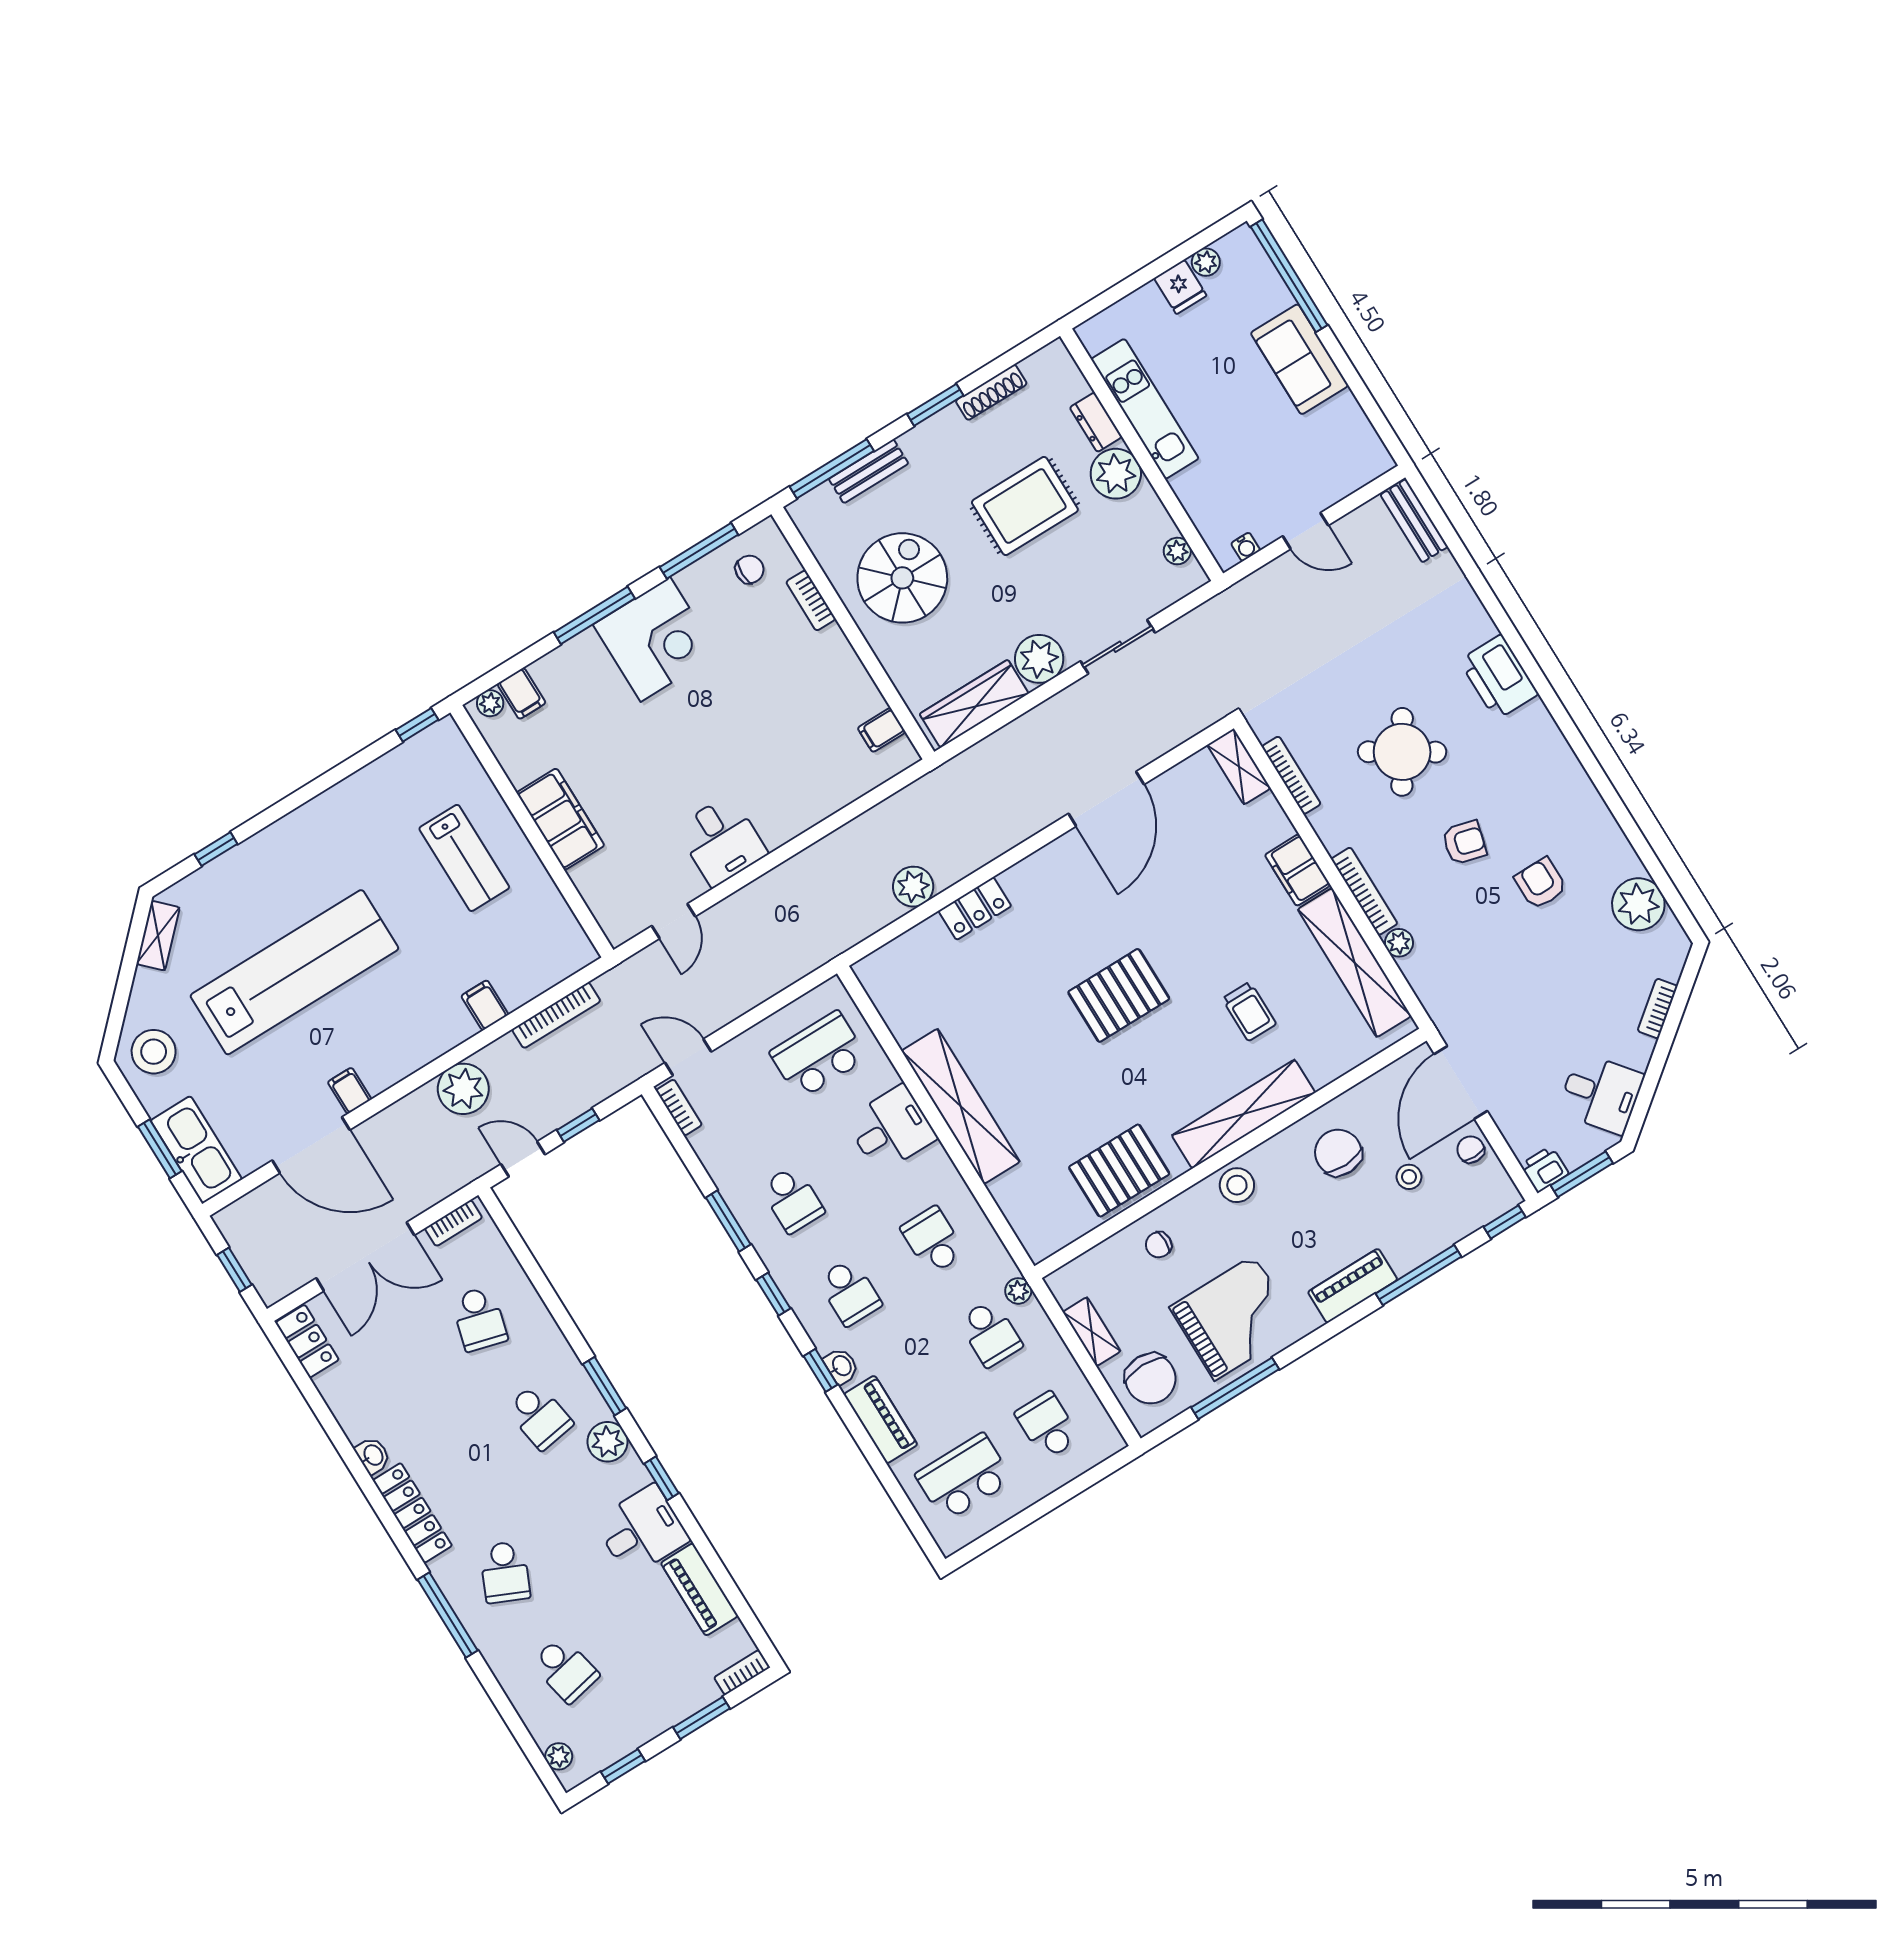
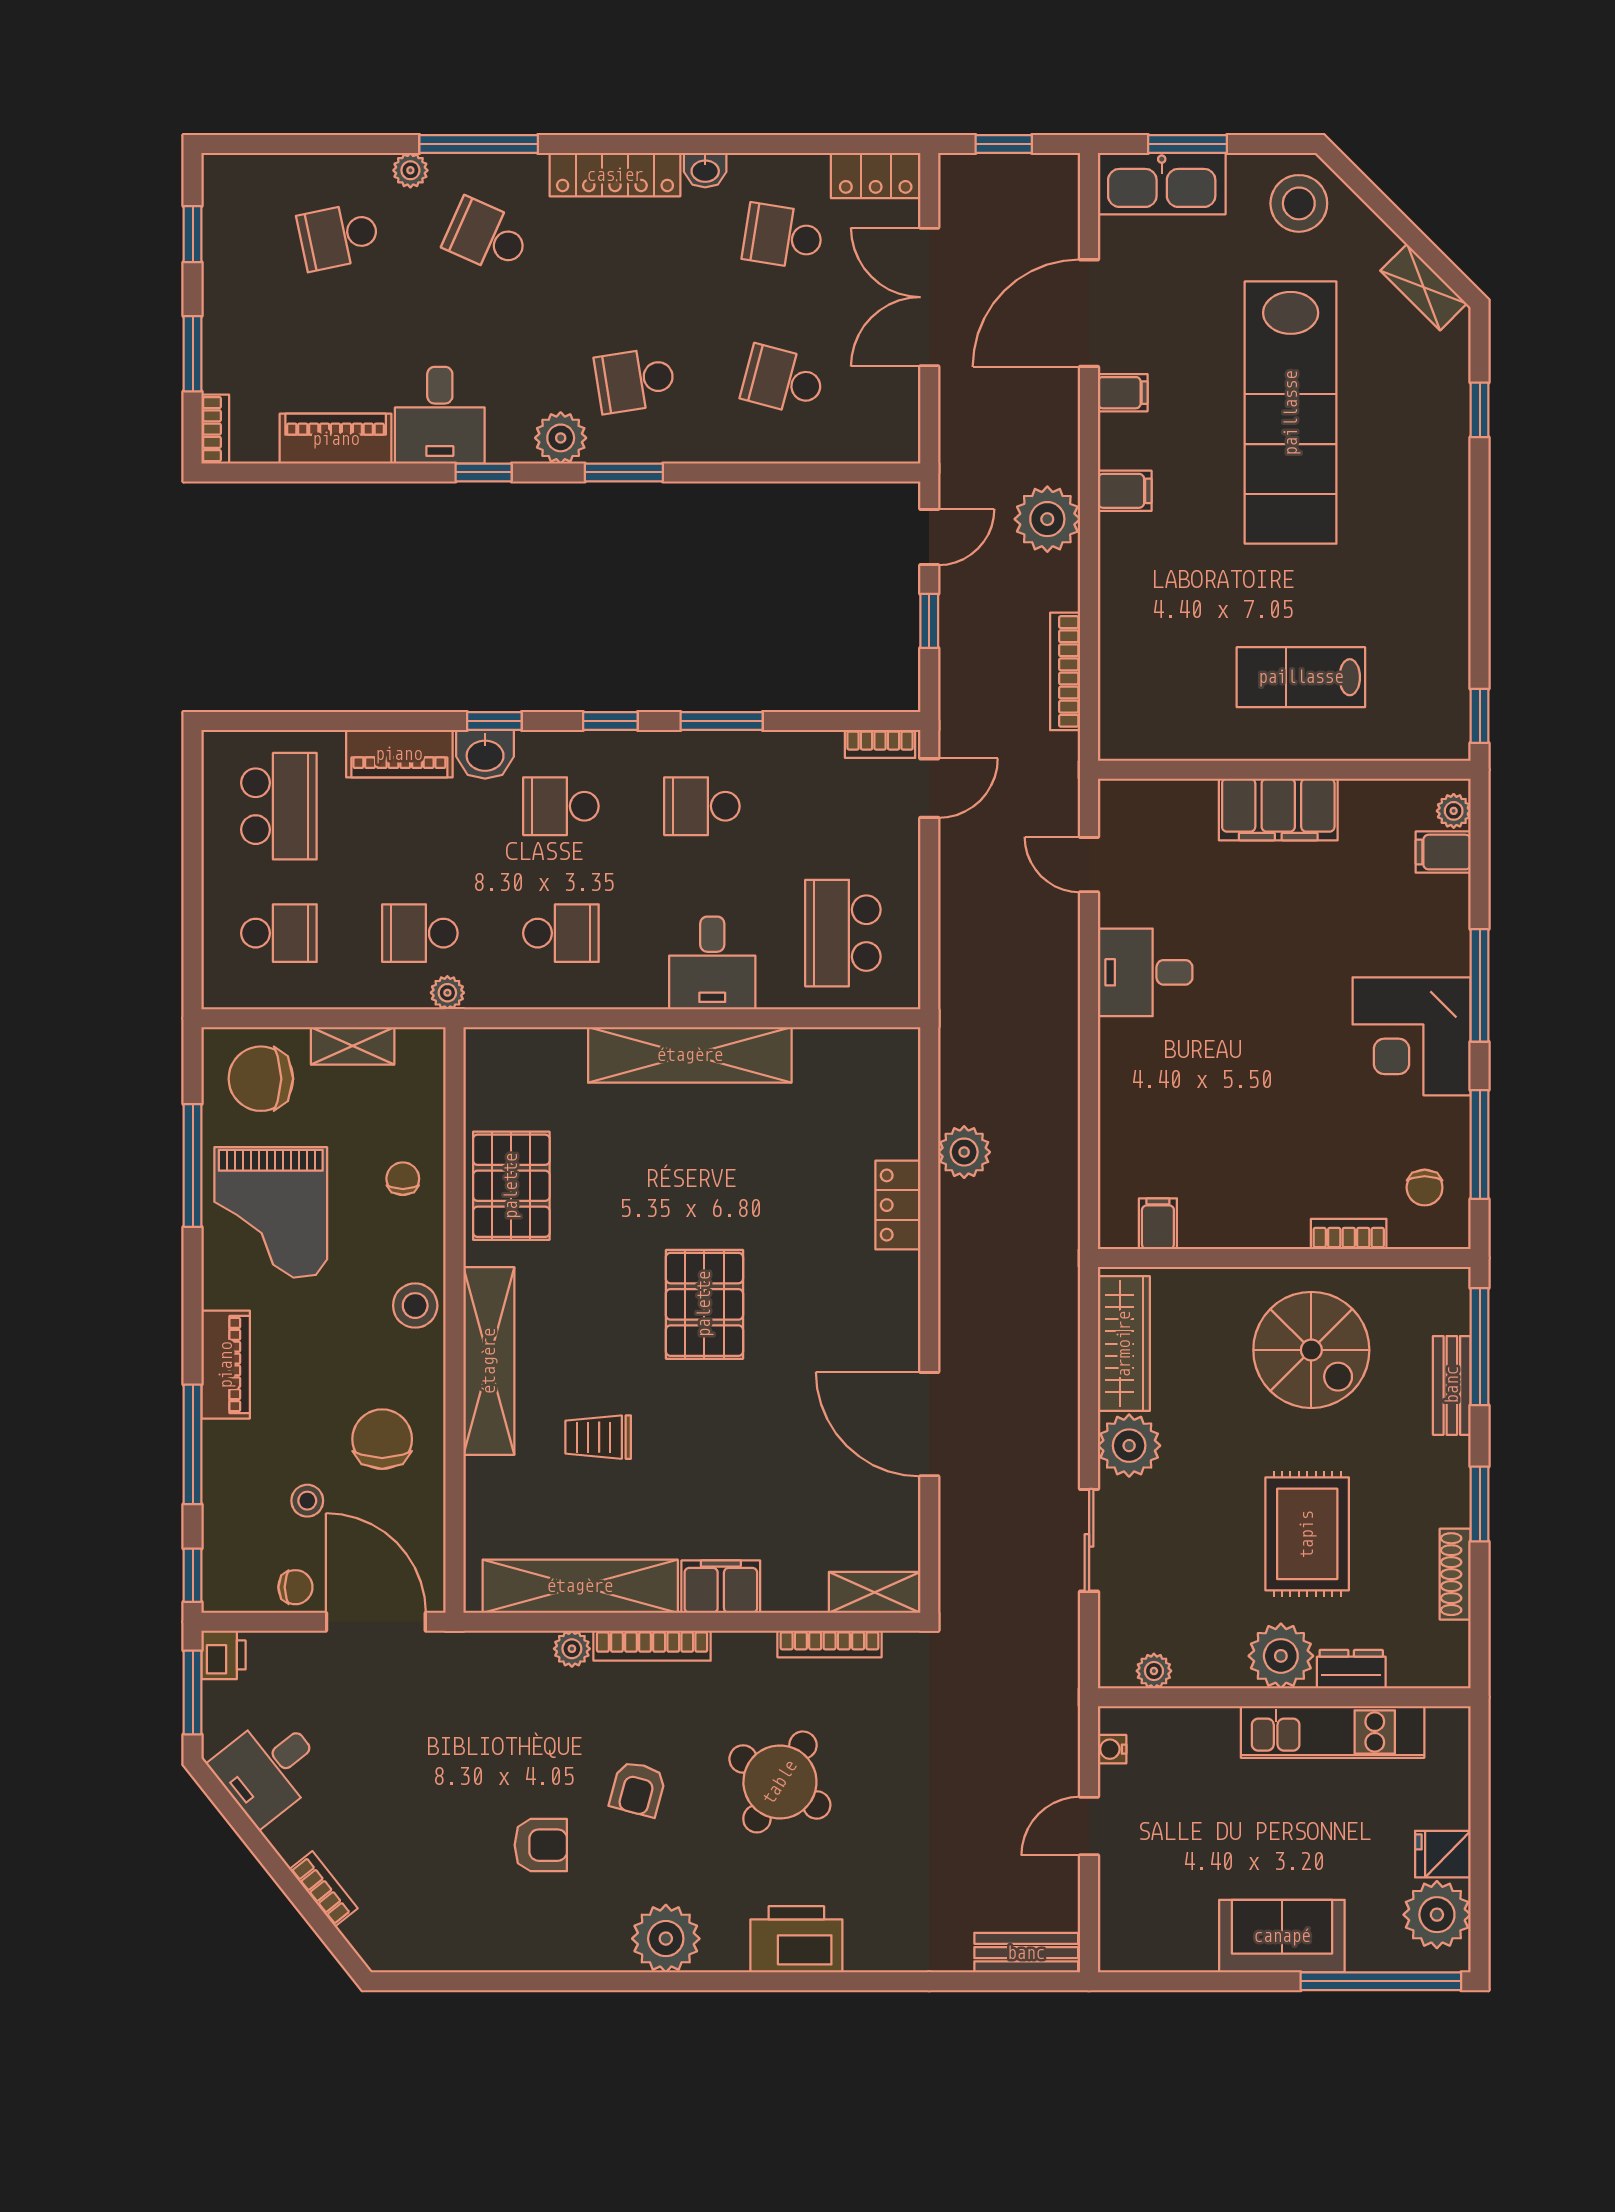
plant: (1206, 262) -> (1437, 1915), width x1.88, depth x1.88
plant: (1638, 904) -> (666, 1939), moved
filing cabinet: (485, 1005) -> (1125, 491), moved
school desk: (818, 1055) -> (843, 933), turned 180
chair: (1338, 1153) -> (382, 1439), turned -88
bookcase: (453, 1223) -> (906, 417), removed
washbasin: (841, 1366) -> (485, 754), width x1.38, depth x1.45
school desk: (385, 1377) -> (783, 236), added
plant: (559, 1756) -> (410, 170), moved

